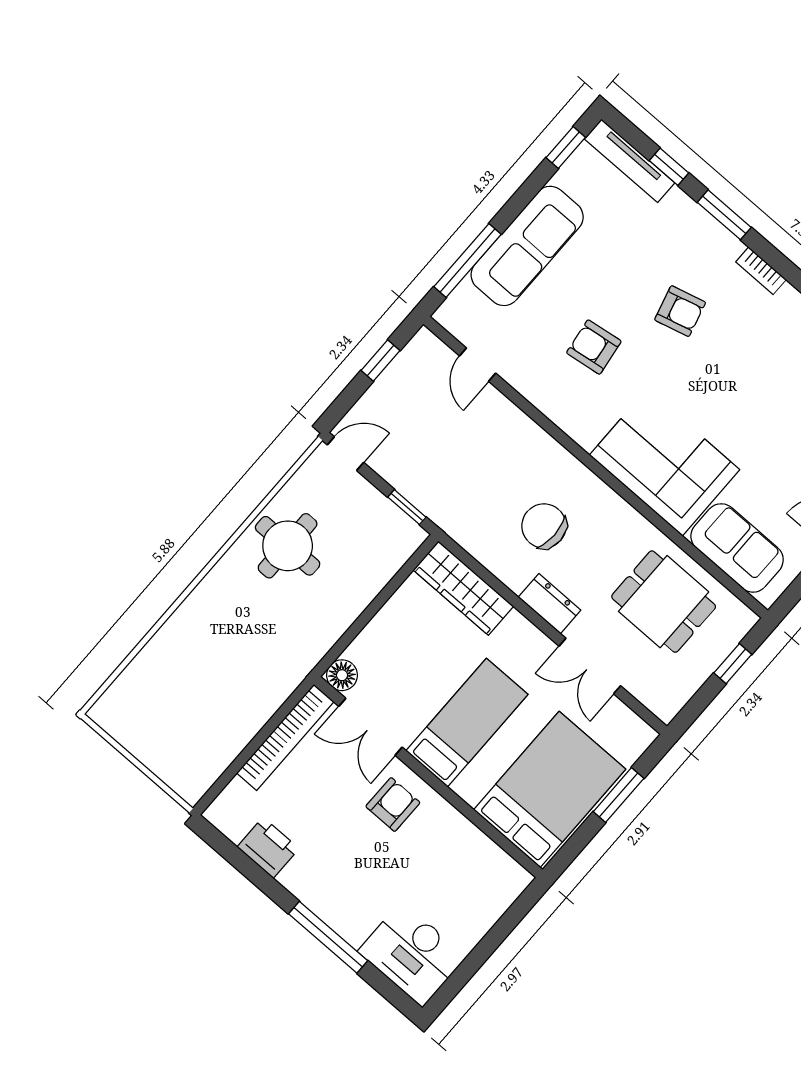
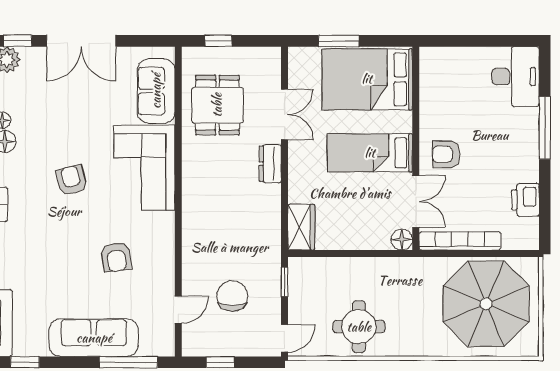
armchair: (680, 311) -> (72, 180), moved
door: (346, 454) -> (285, 338), swing flipped
chair: (544, 526) -> (232, 296), moved, turned 180
wardrobe: (463, 588) -> (301, 227), width x0.67
parasol: (192, 706) -> (486, 304), added

